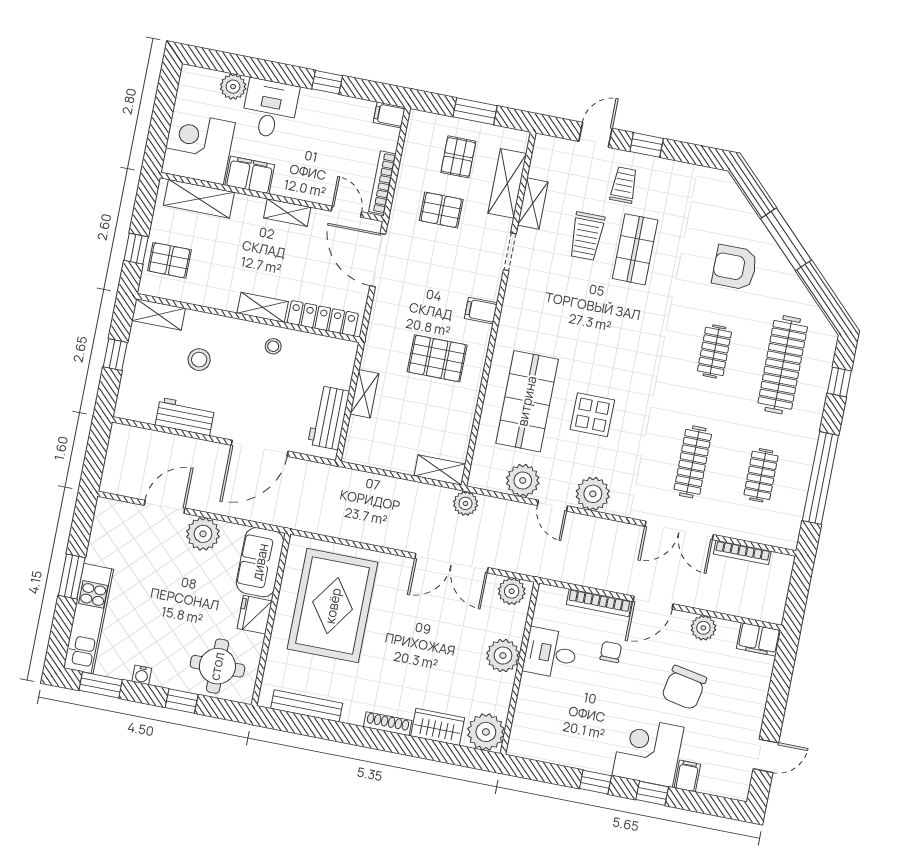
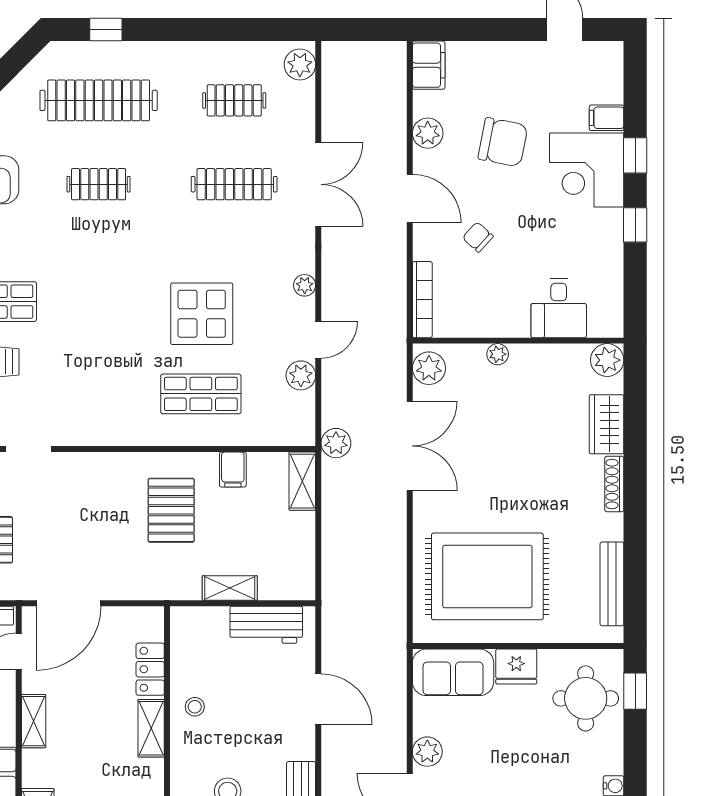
filing cabinet: (481, 311) -> (233, 470), moved
locker: (323, 318) -> (150, 669), width x0.66
shop shelf: (527, 401) -> (201, 394), width x0.70, depth x0.74
display table: (592, 415) -> (202, 314), width x1.36, depth x1.36
door: (260, 448) -> (318, 699), width x0.73
window: (820, 478) -> (224, 30), removed
plant: (523, 480) -> (301, 375), width x0.73, depth x0.73
plant: (593, 494) -> (305, 285), width x0.53, depth x0.53
plant: (203, 534) -> (427, 752), width x0.73, depth x0.73
plant: (780, 535) -> (300, 65), added
bookcase: (742, 553) -> (330, 105), removed
bookcase: (599, 603) -> (422, 300), moved
chair: (611, 652) -> (478, 237), turned 42
desk: (550, 653) -> (559, 308), moved
plant: (503, 656) -> (498, 354), width x0.53, depth x0.53
window: (182, 701) -> (635, 691), moved
plant: (486, 732) -> (607, 360), width x0.73, depth x0.73

